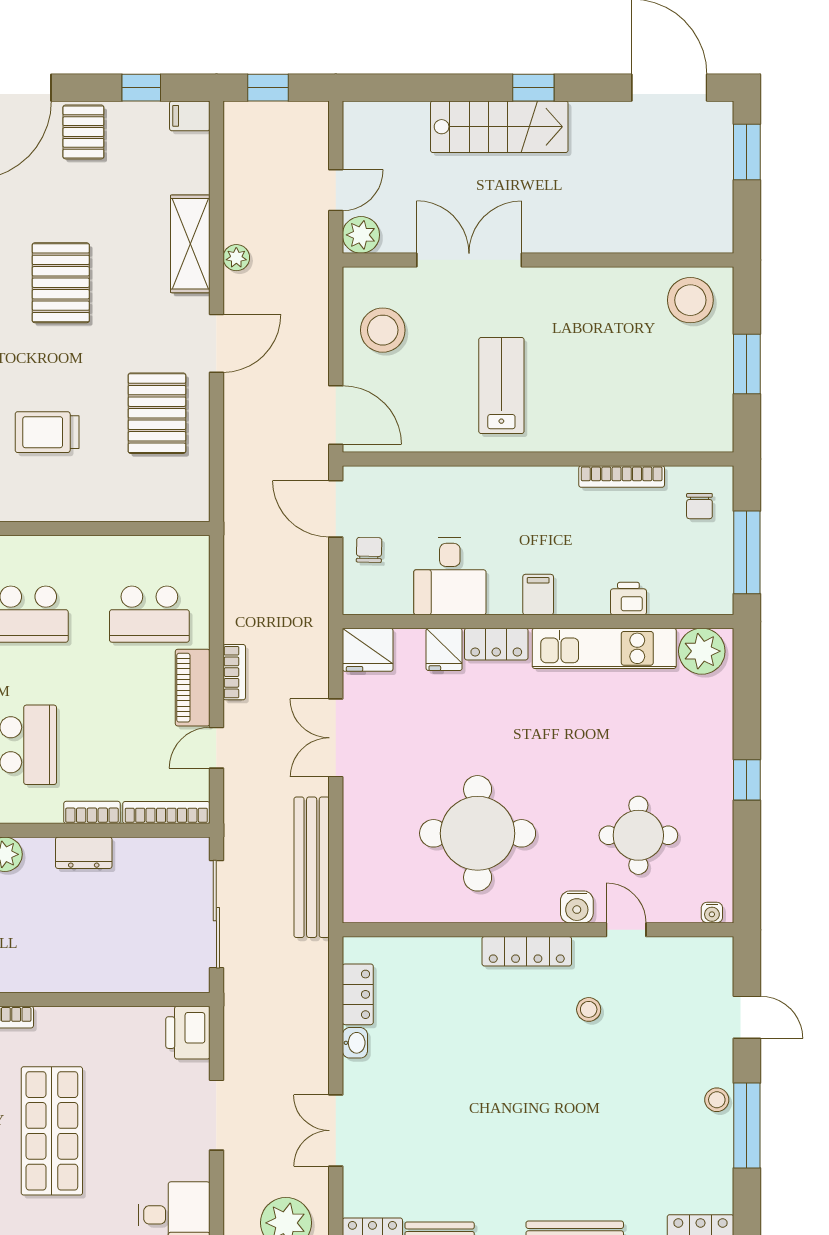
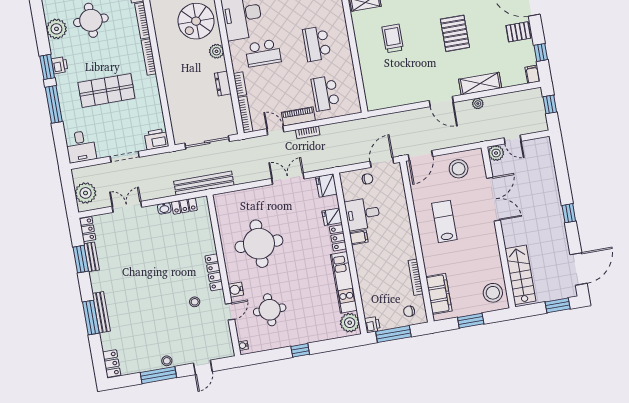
stairs: (499, 127) -> (520, 275), moved, turned 180
pallet: (61, 283) -> (455, 33), turned 90
lab bench: (501, 385) -> (444, 221), turned -90
pallet: (157, 413) -> (408, 82), removed
filing cabinet: (671, 428) -> (439, 294), added
filing cabinet: (538, 595) -> (359, 237), moved
printer: (628, 599) -> (372, 325), moved
bench: (312, 867) -> (204, 183), moved

